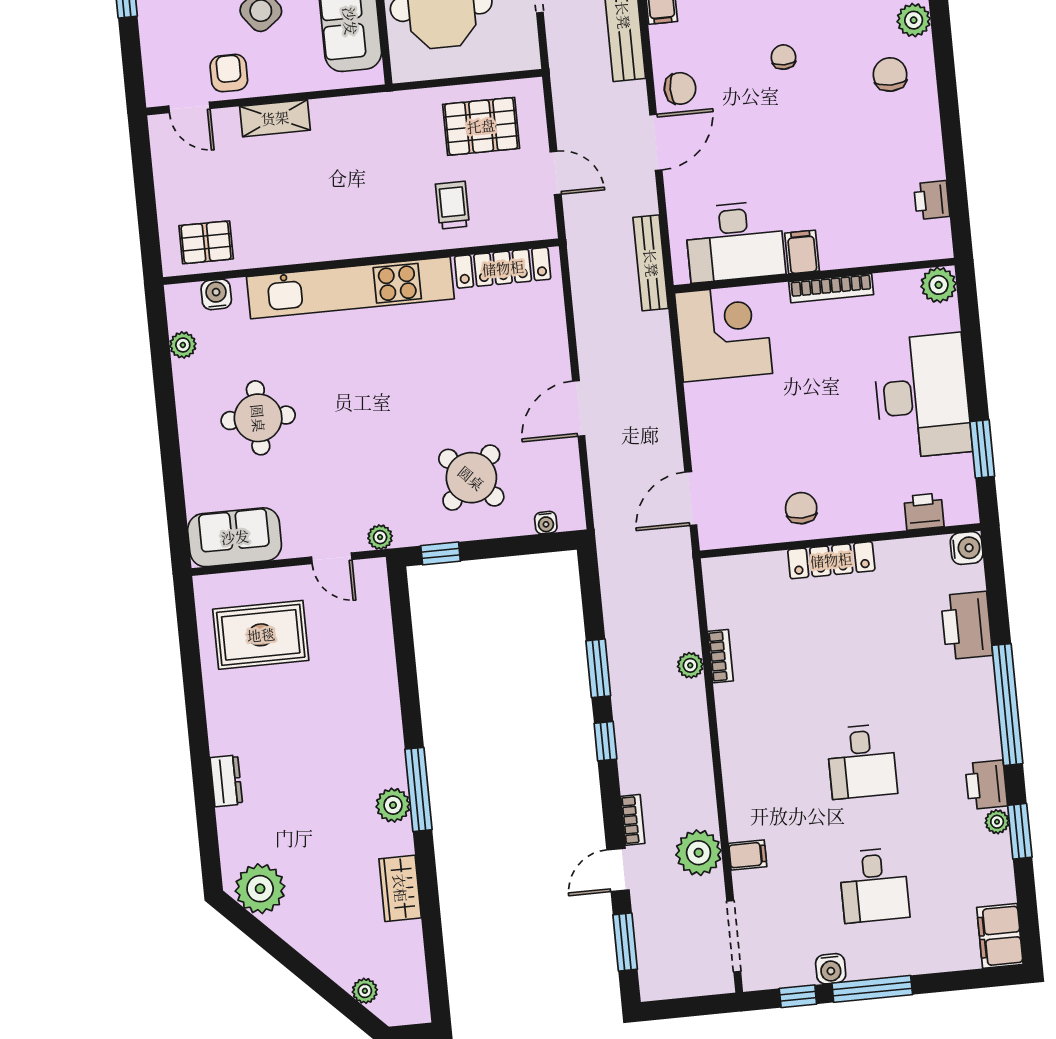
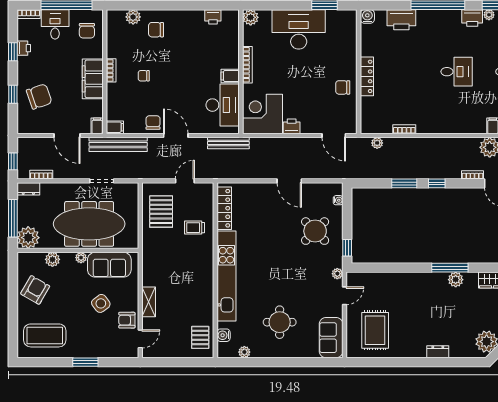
printer: (924, 512) -> (292, 126), moved, turned 90
plant: (690, 665) -> (377, 143), moved

